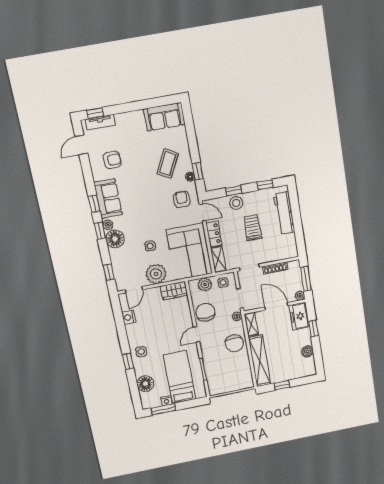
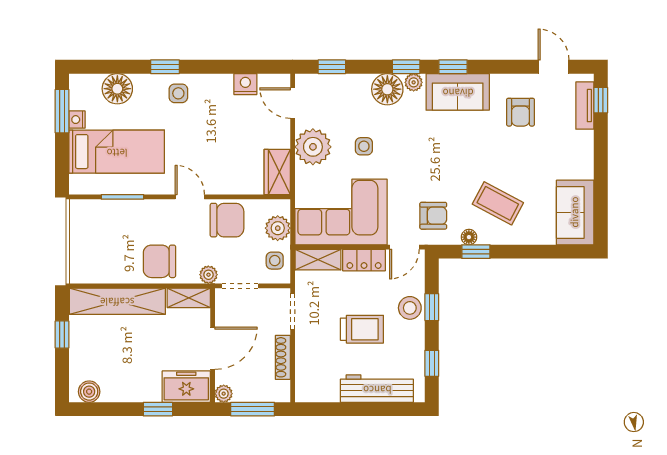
boiler: (307, 351) -> (89, 392), moved

